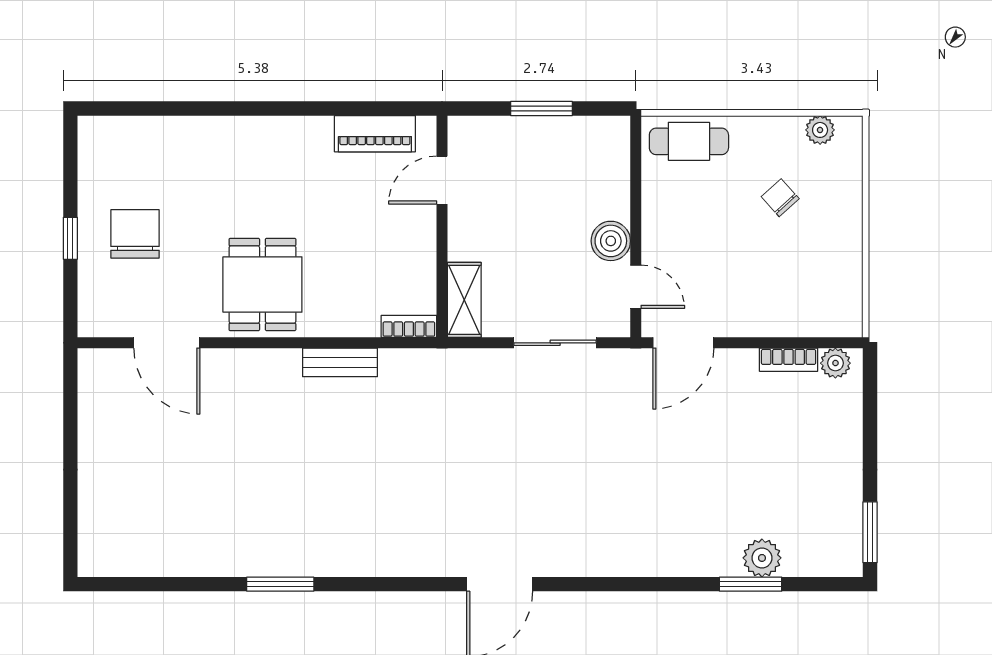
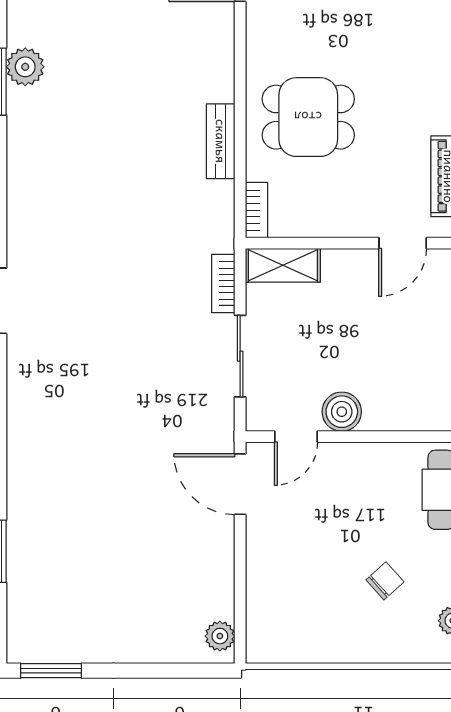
door: (442, 180) -> (403, 243), swing flipped
dining table: (262, 284) -> (308, 117), moved
bookcase: (789, 360) -> (223, 284), moved
plant: (762, 558) -> (25, 67), moved

